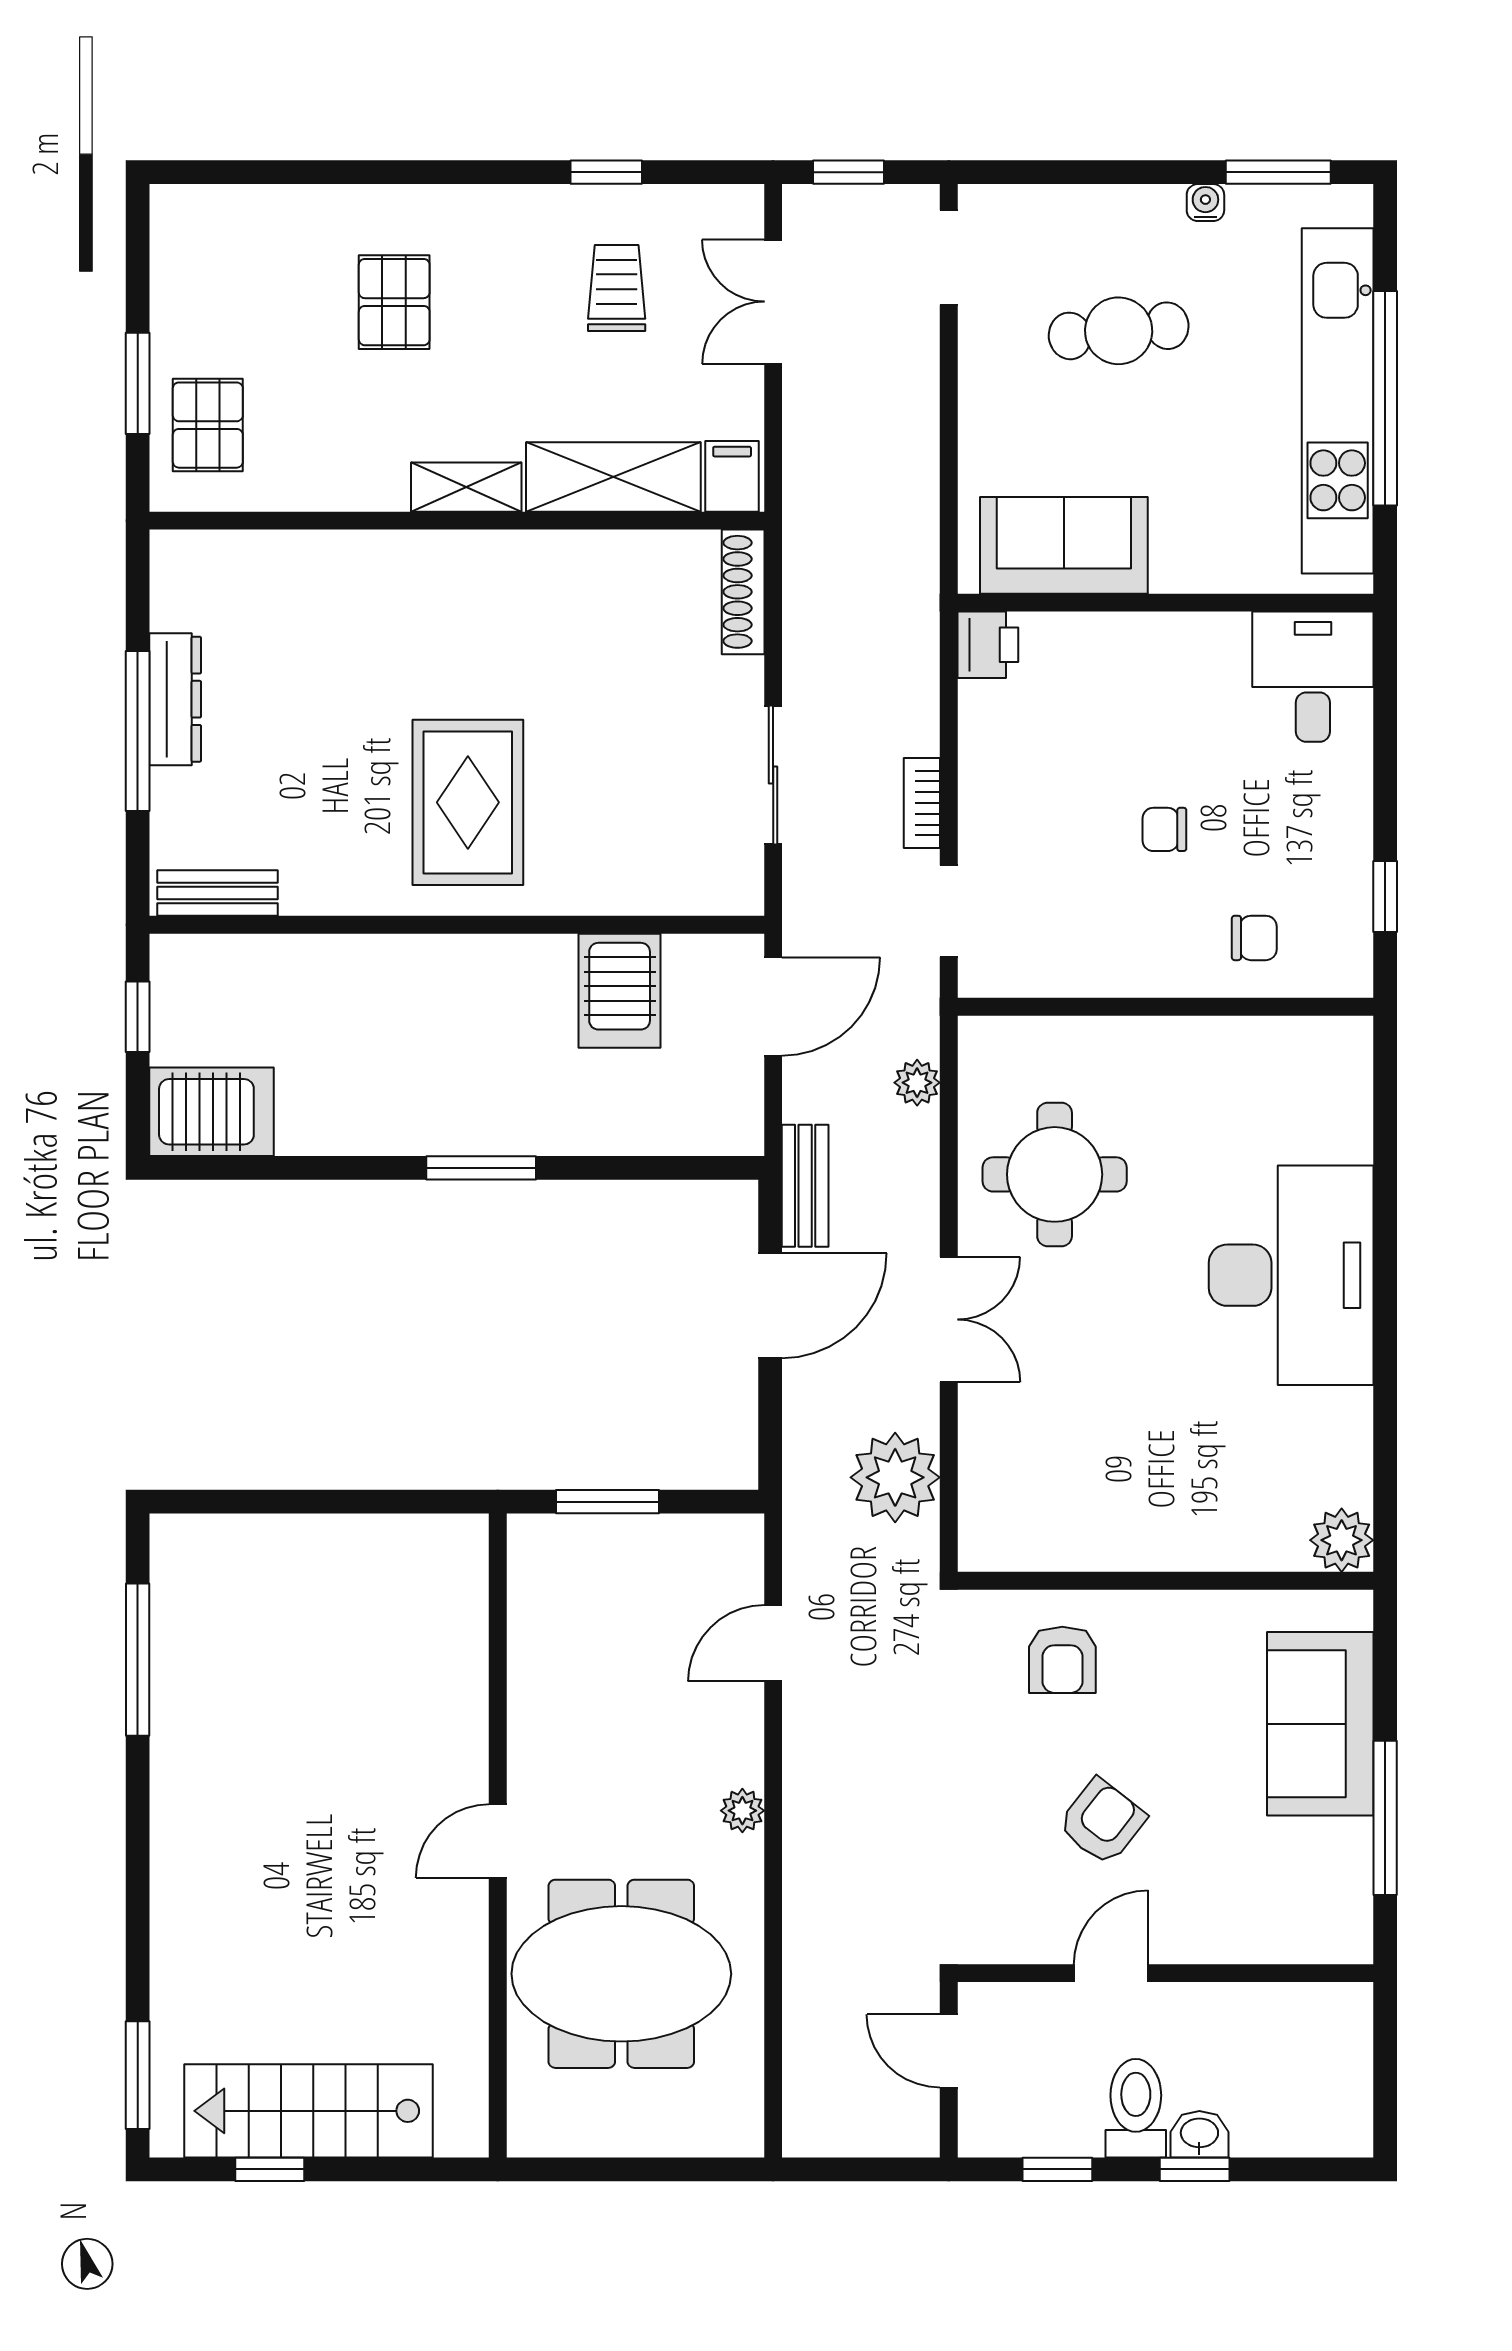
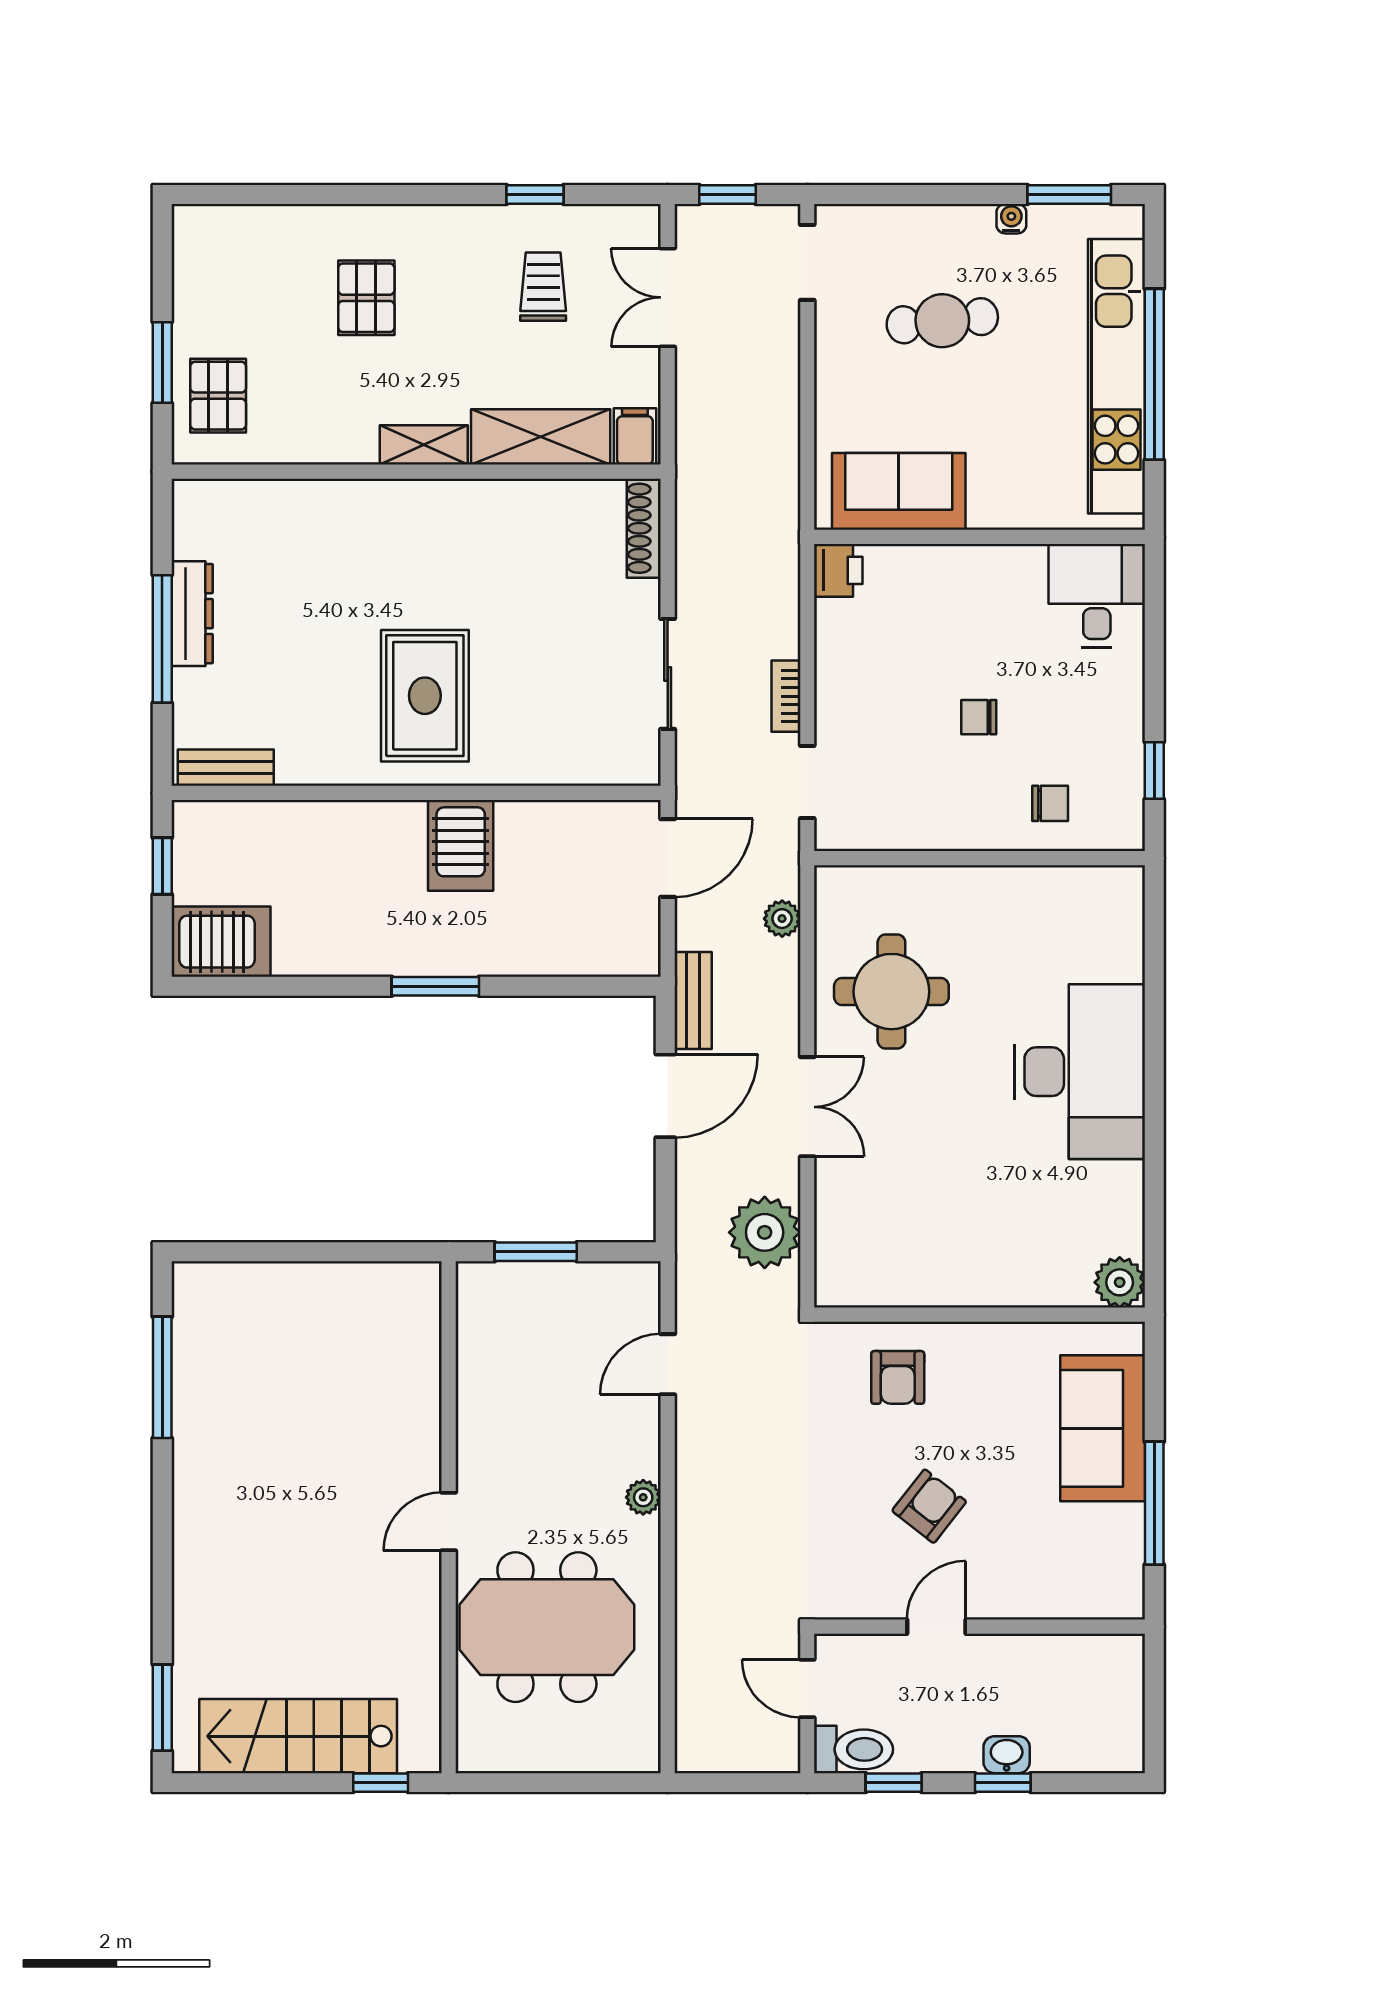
server rack: (620, 991) -> (461, 845), moved
toilet: (1136, 2108) -> (854, 1749), moved, turned 90
window: (270, 2169) -> (381, 1783), moved

